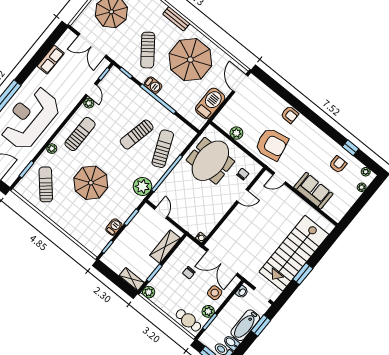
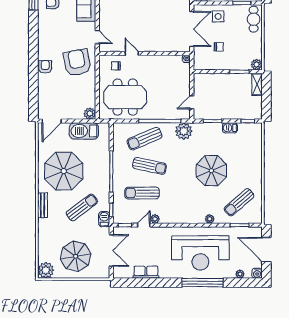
barbecue: (153, 85) -> (104, 219), moved
plant: (236, 133) -> (90, 114), moved
sun lounger: (80, 134) -> (142, 193), moved
shelving: (165, 247) -> (214, 79), removed
plant: (208, 311) -> (235, 10), removed

